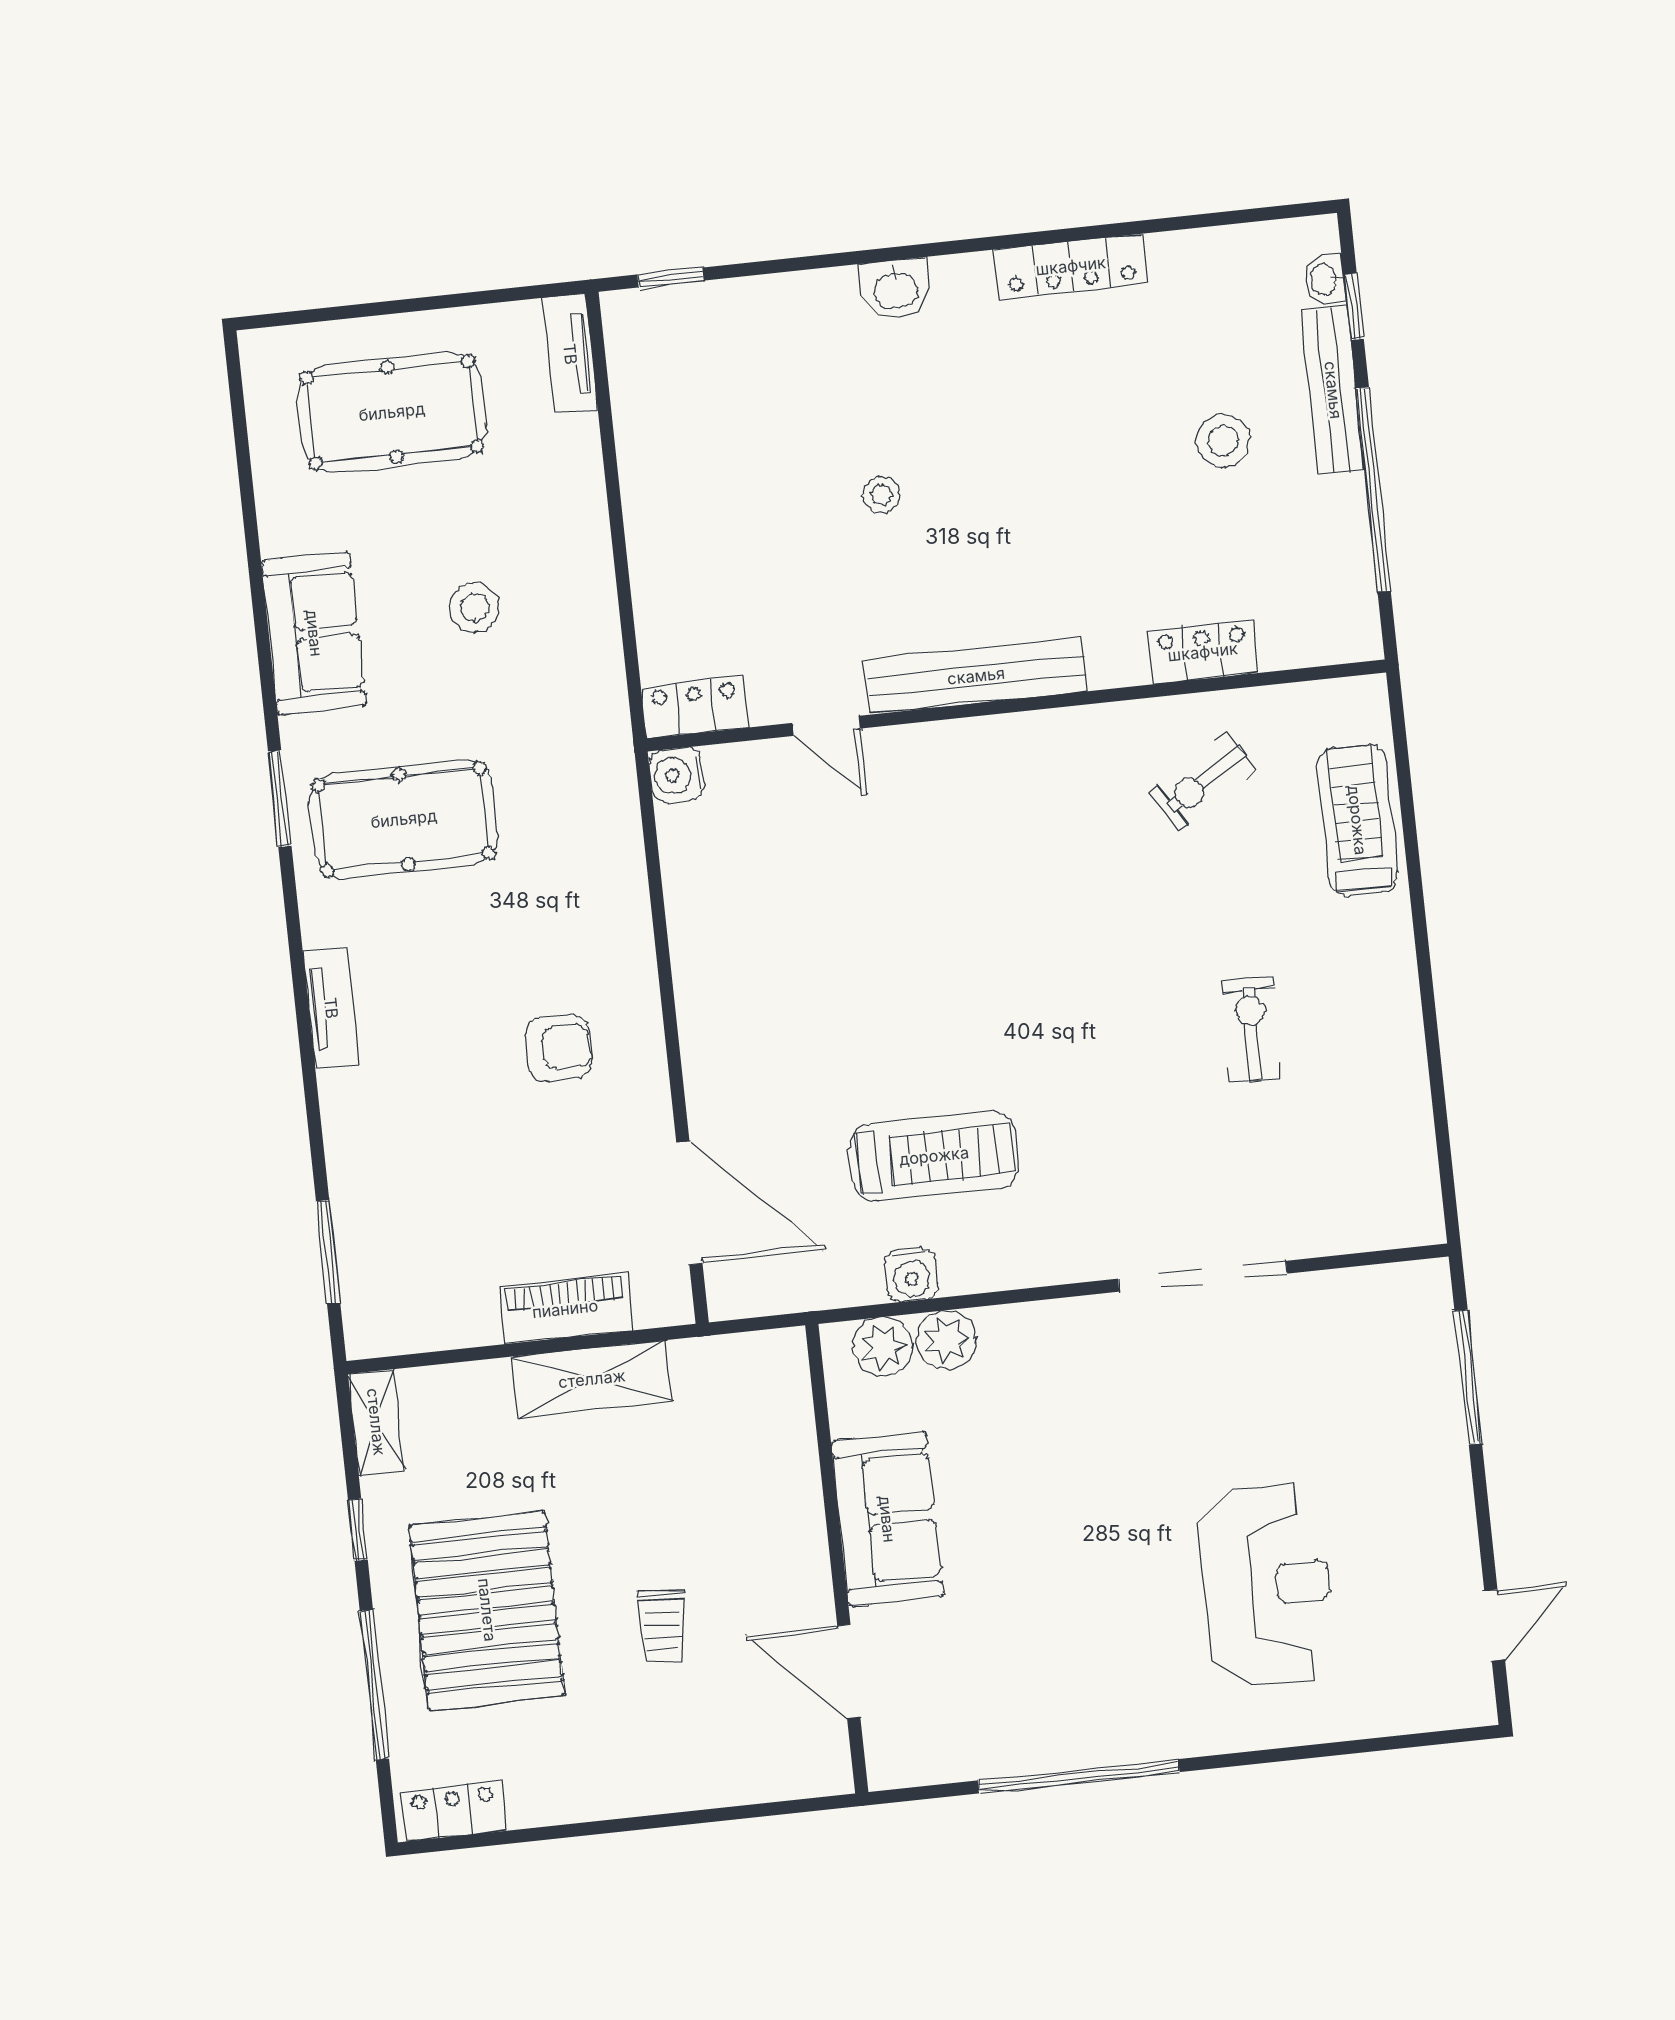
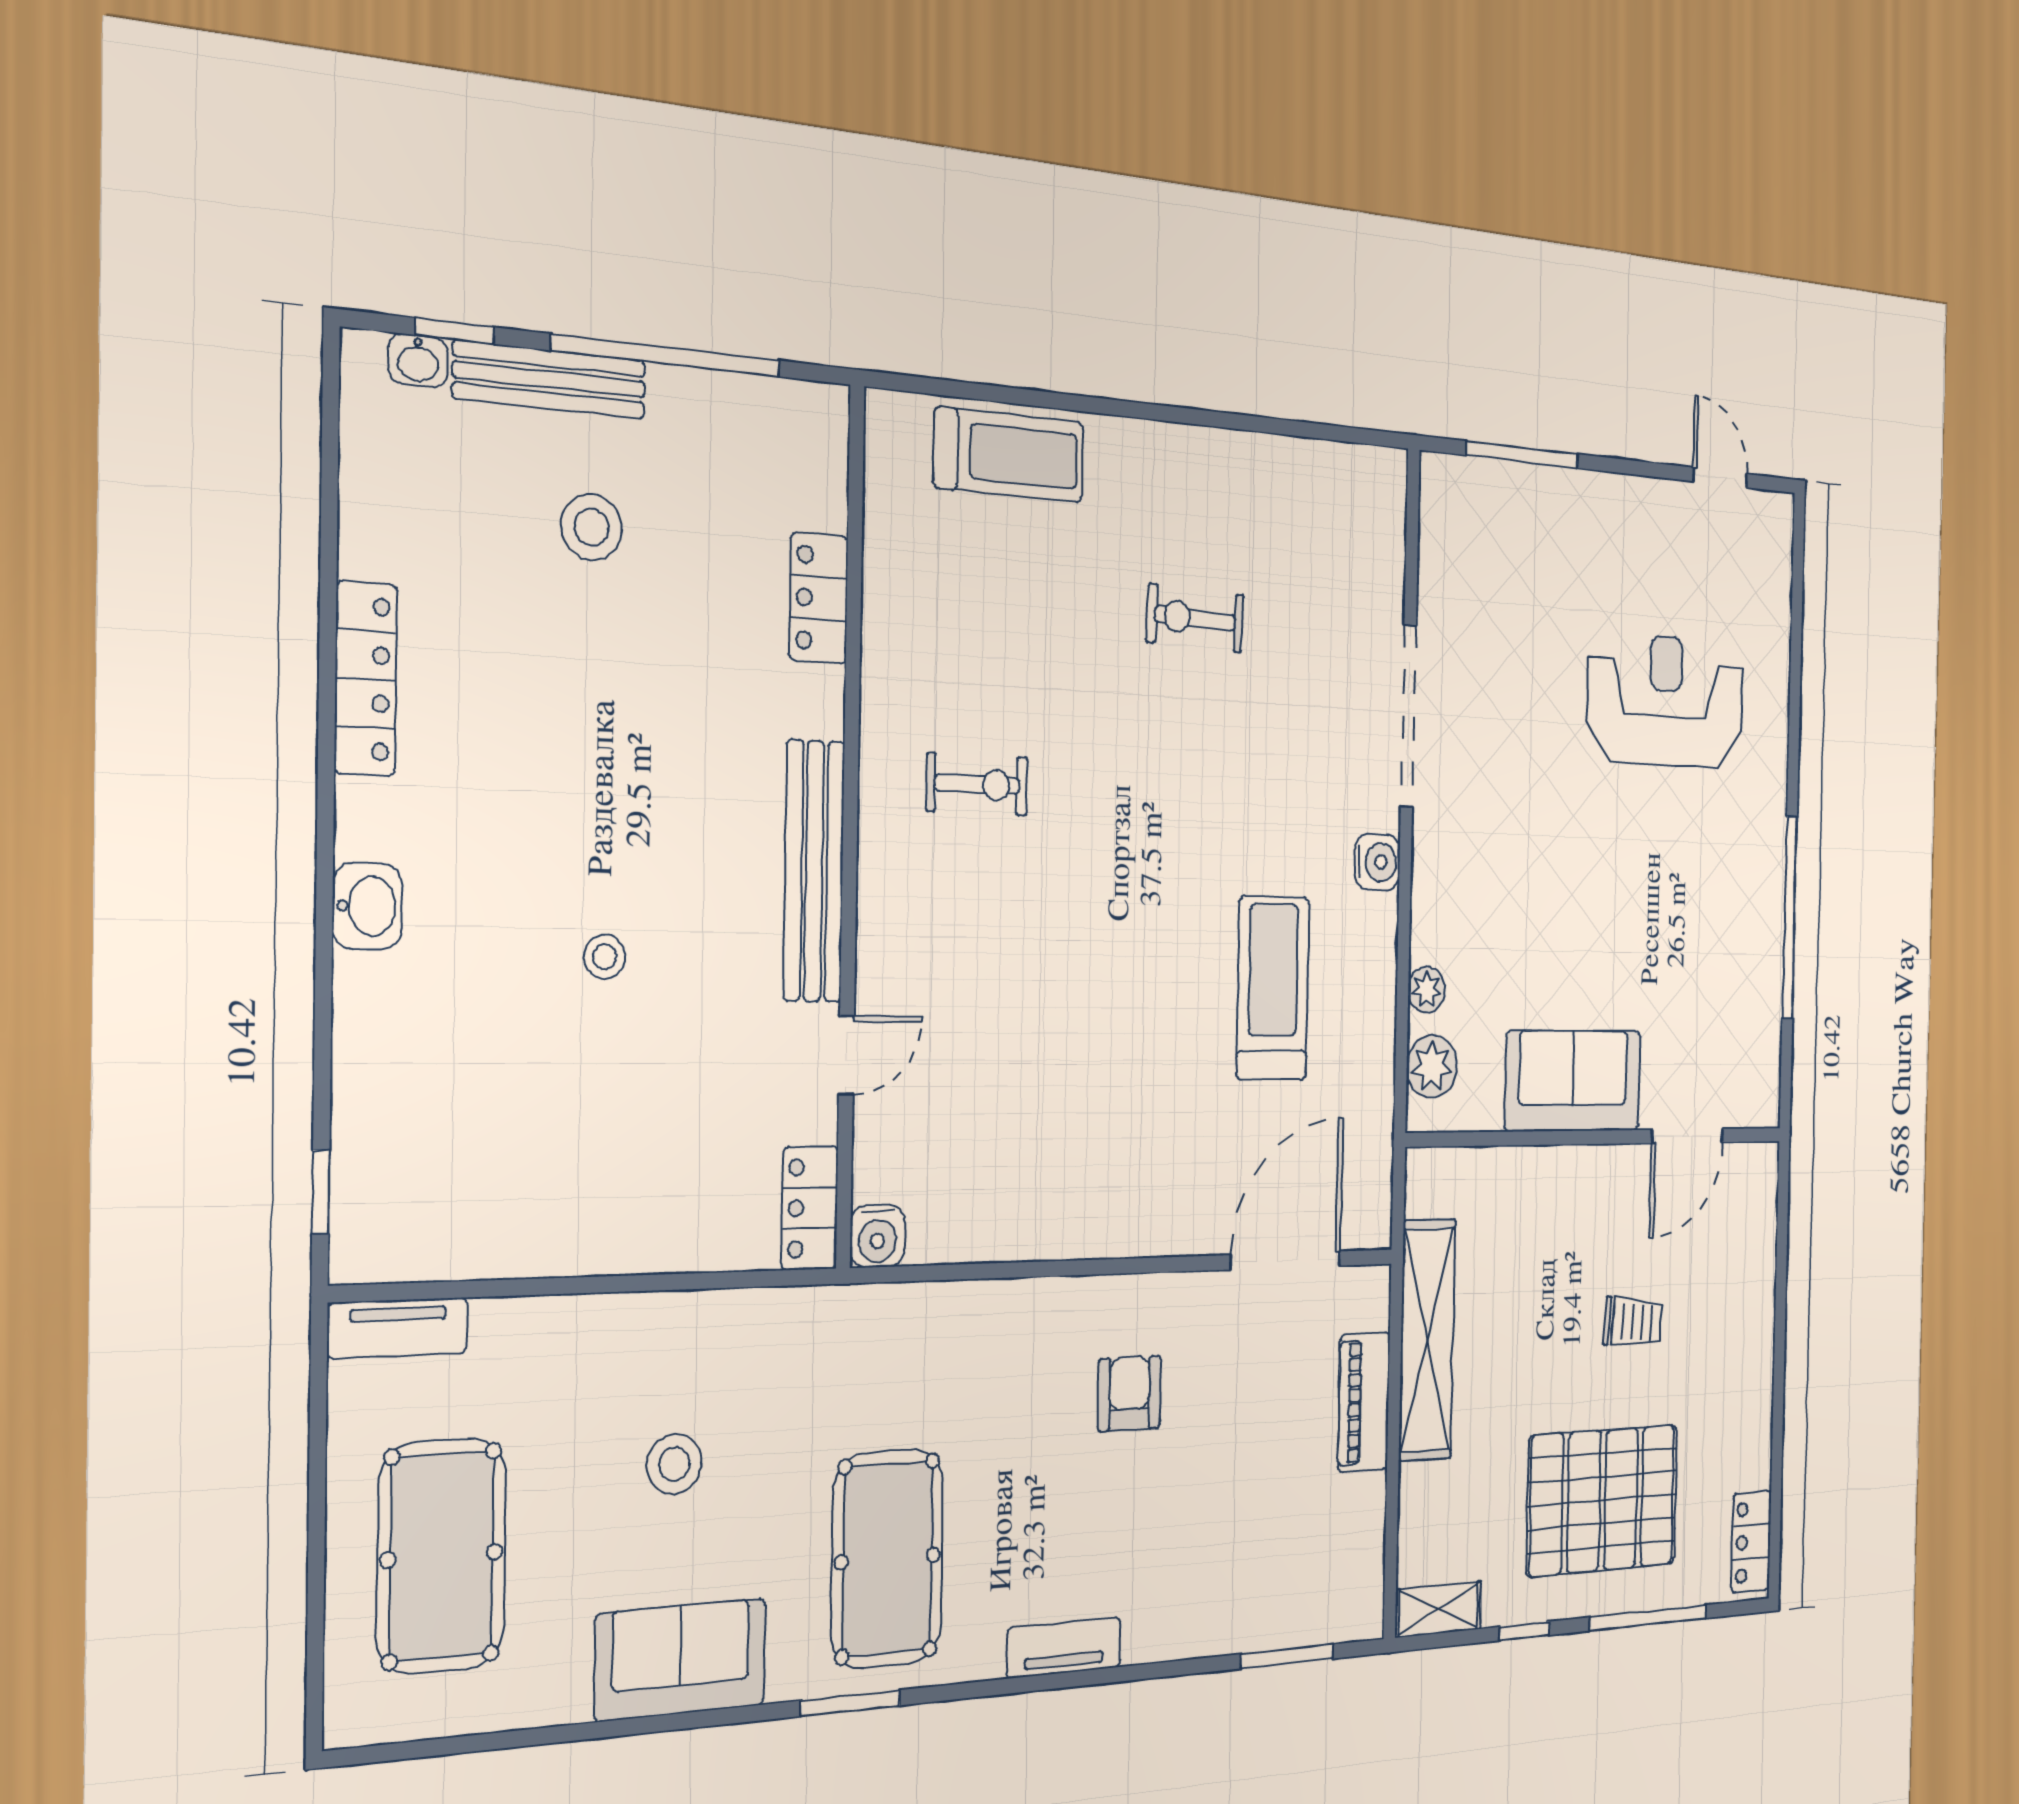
exercise bike: (1203, 782) -> (977, 784), moved, turned -58
treadmill: (1357, 820) -> (1009, 455), turned 180
water cooler: (911, 1275) -> (1377, 862), moved
plant: (946, 1340) -> (1427, 990), width x0.73, depth x0.73
shelving: (592, 1379) -> (1427, 1340), width x1.47

